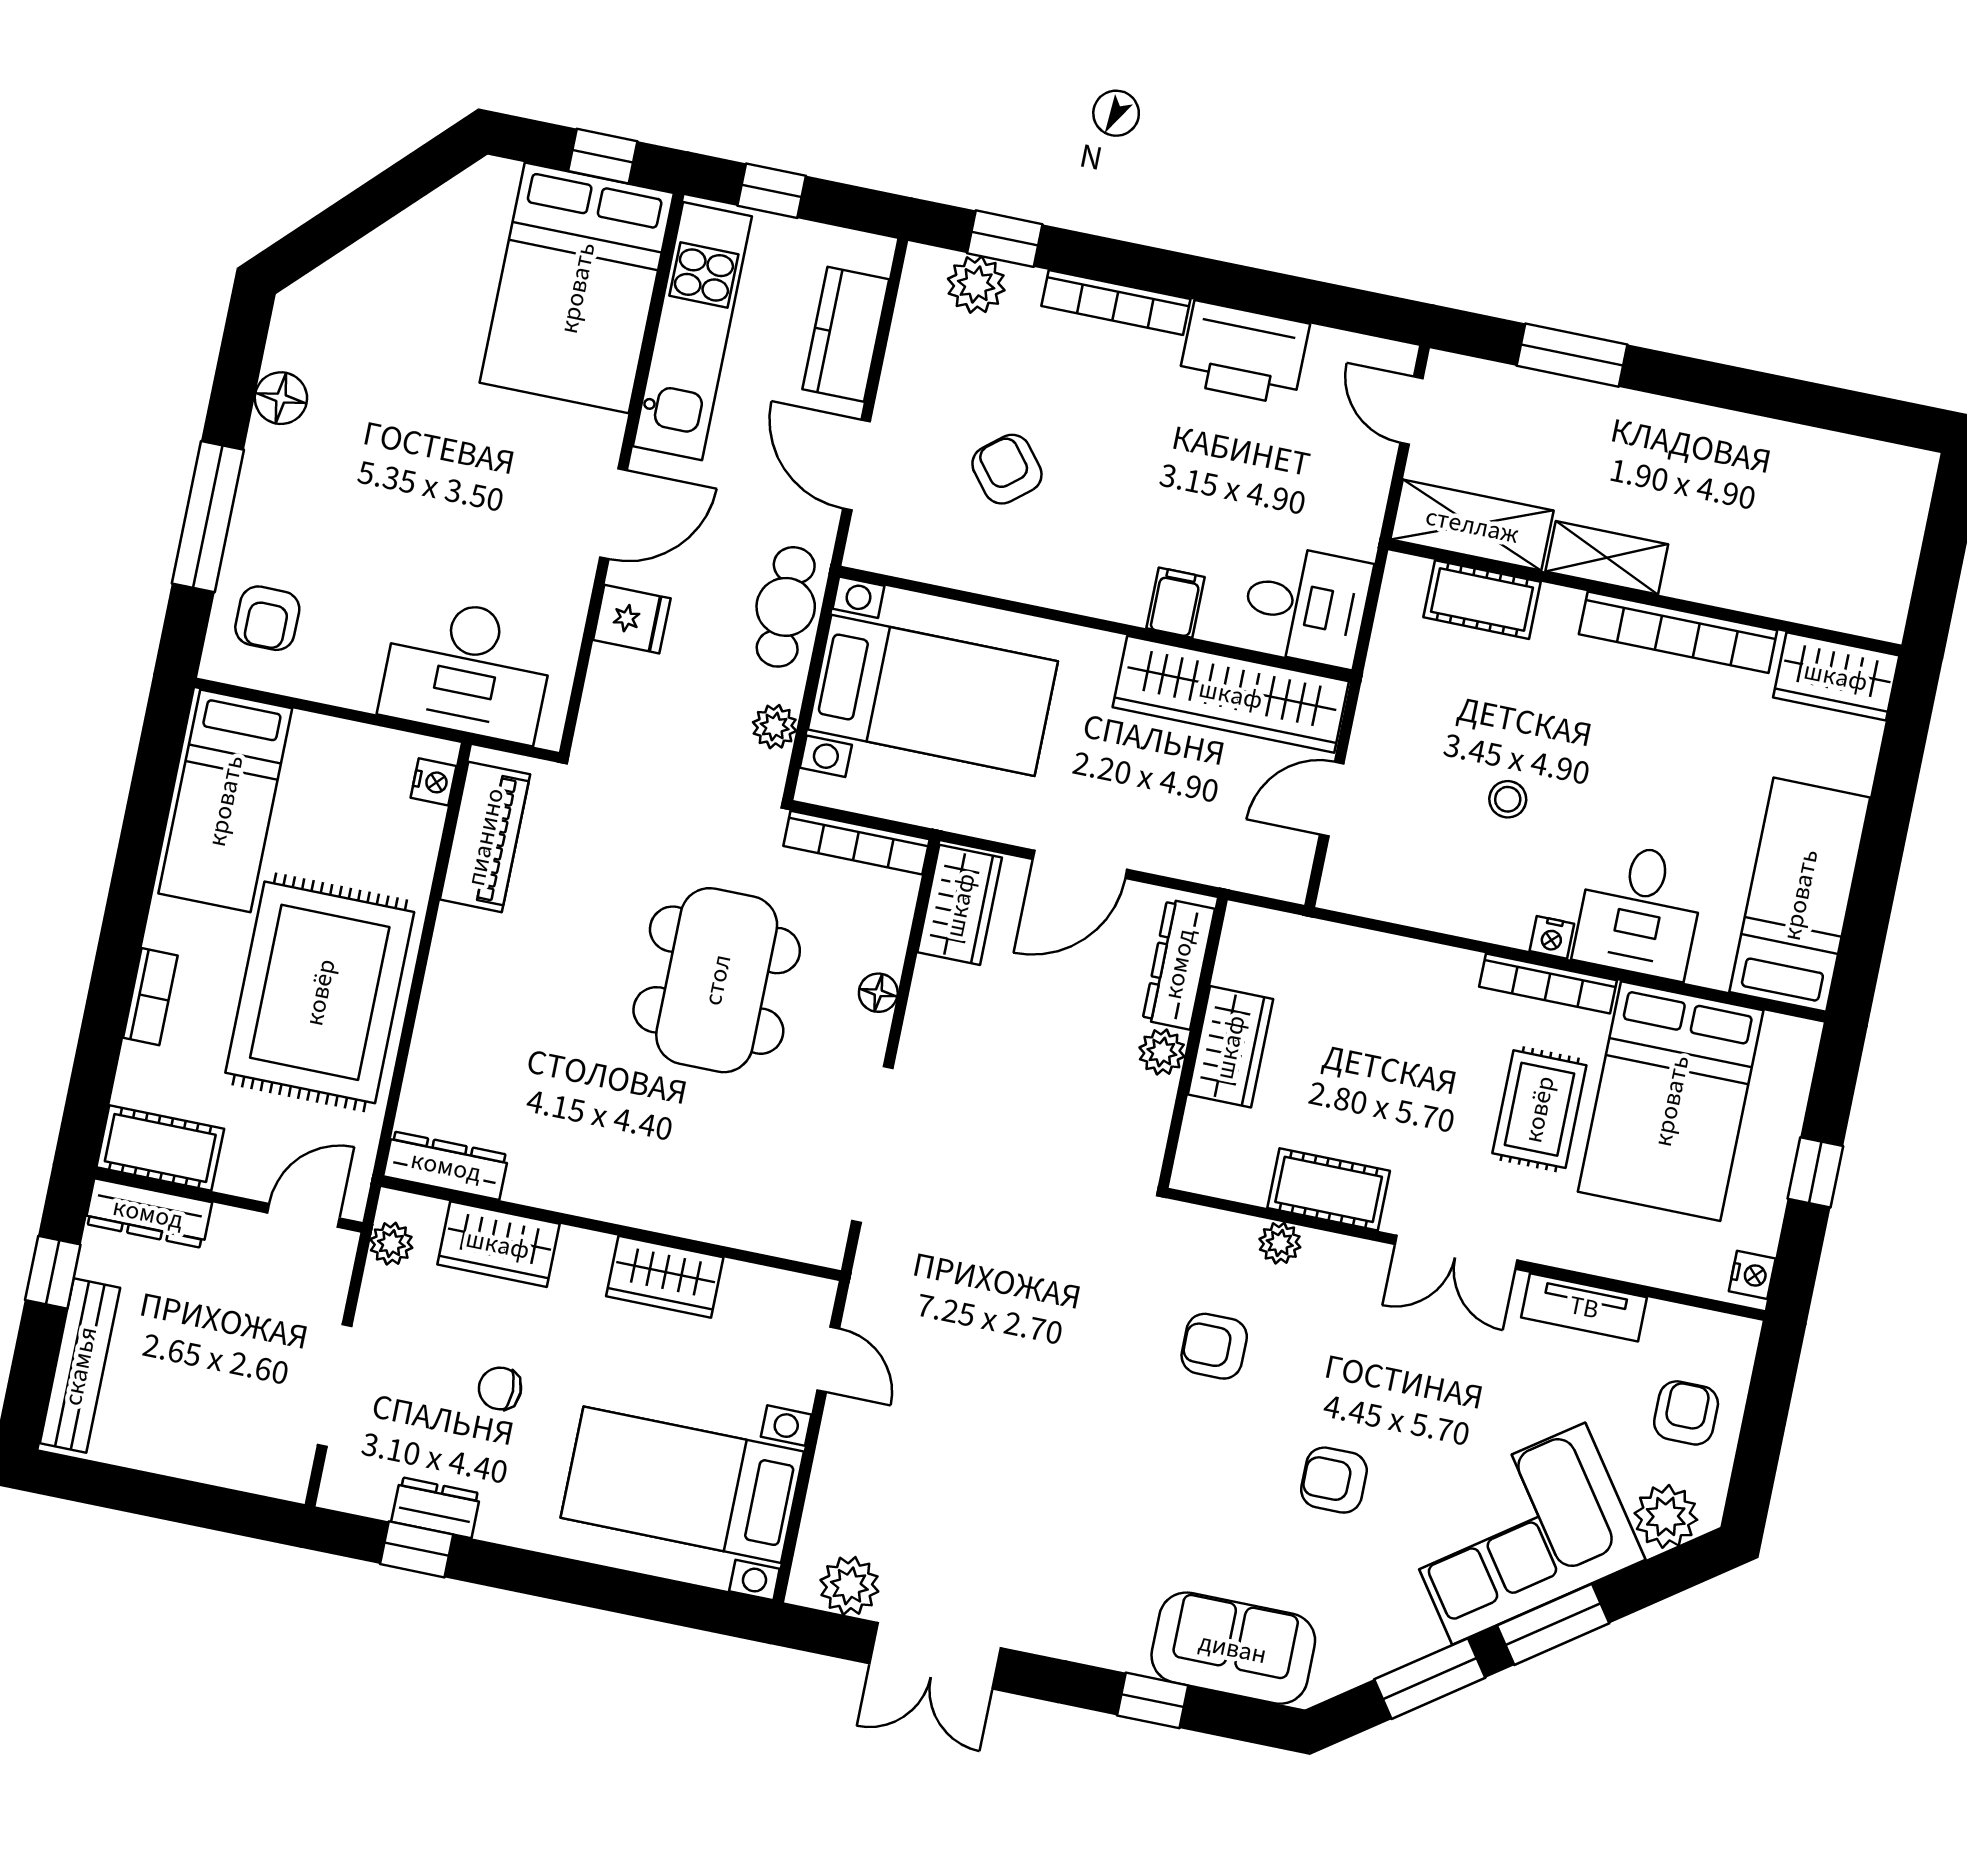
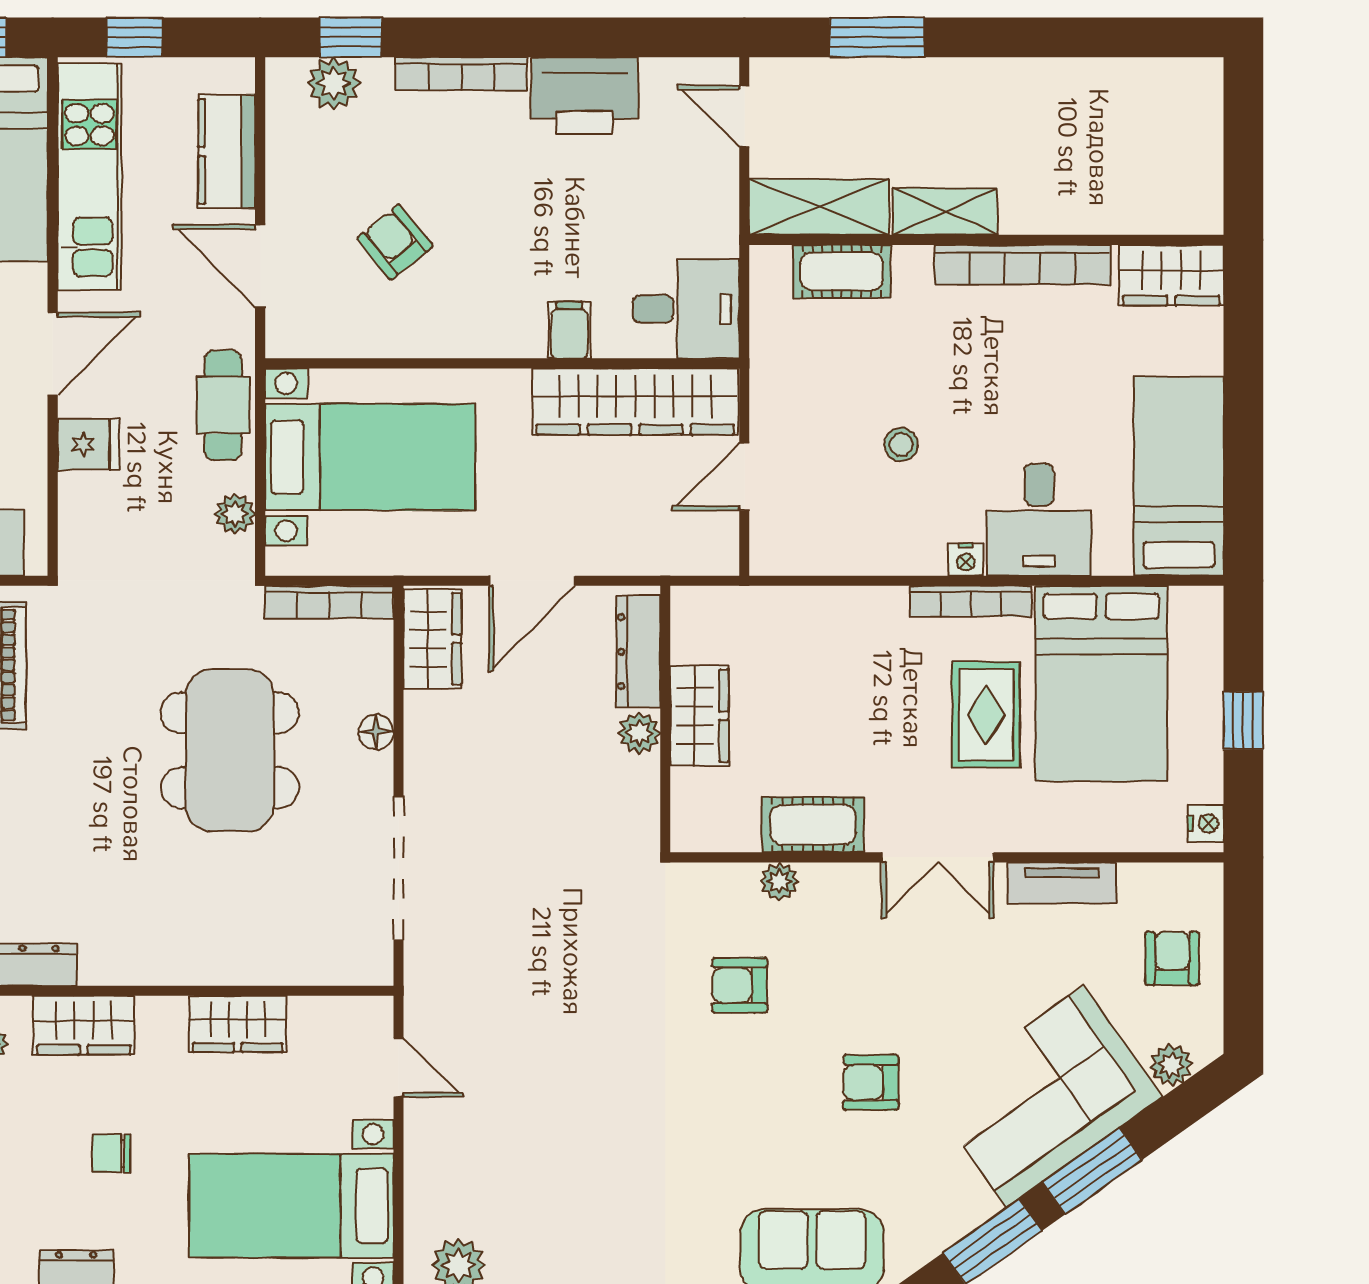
plant: (1666, 1516) -> (1171, 1065), width x0.73, depth x0.73

